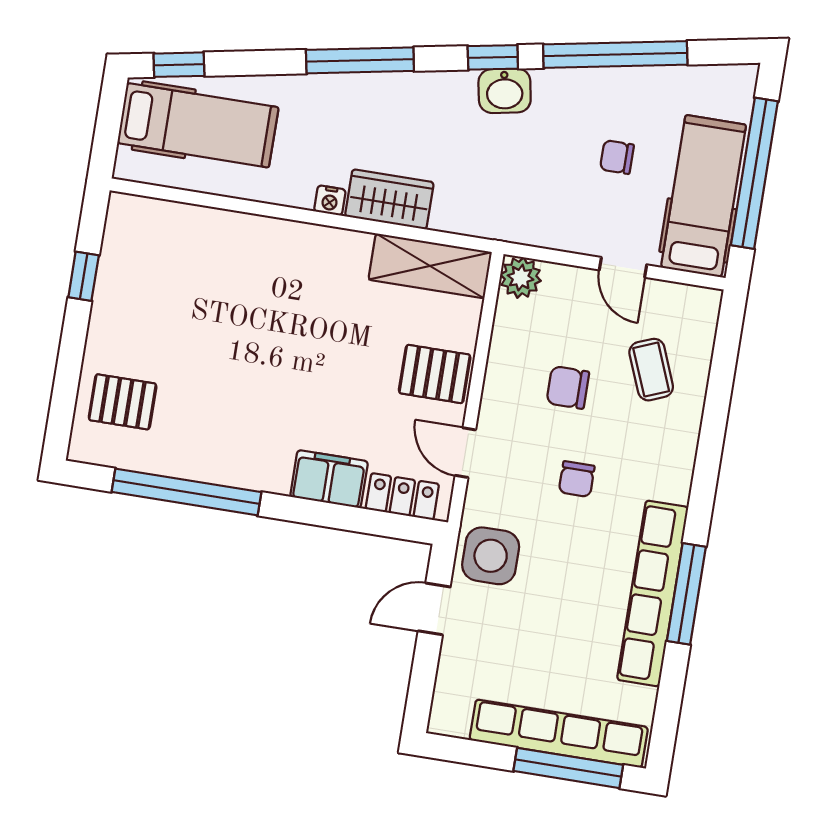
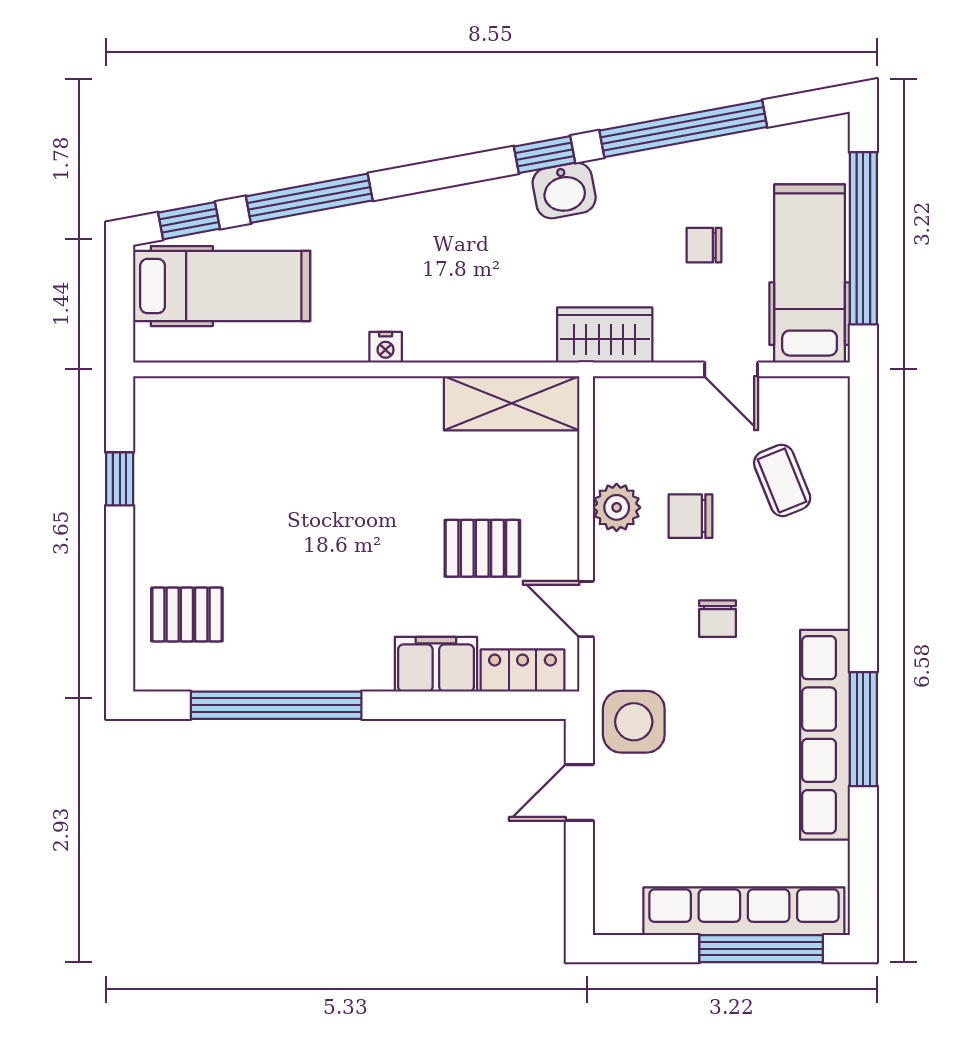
window: (360, 60) -> (309, 198), moved
wardrobe: (389, 199) -> (605, 335), moved
plant: (521, 278) -> (617, 507), moved
pallet: (435, 374) -> (482, 548), moved

